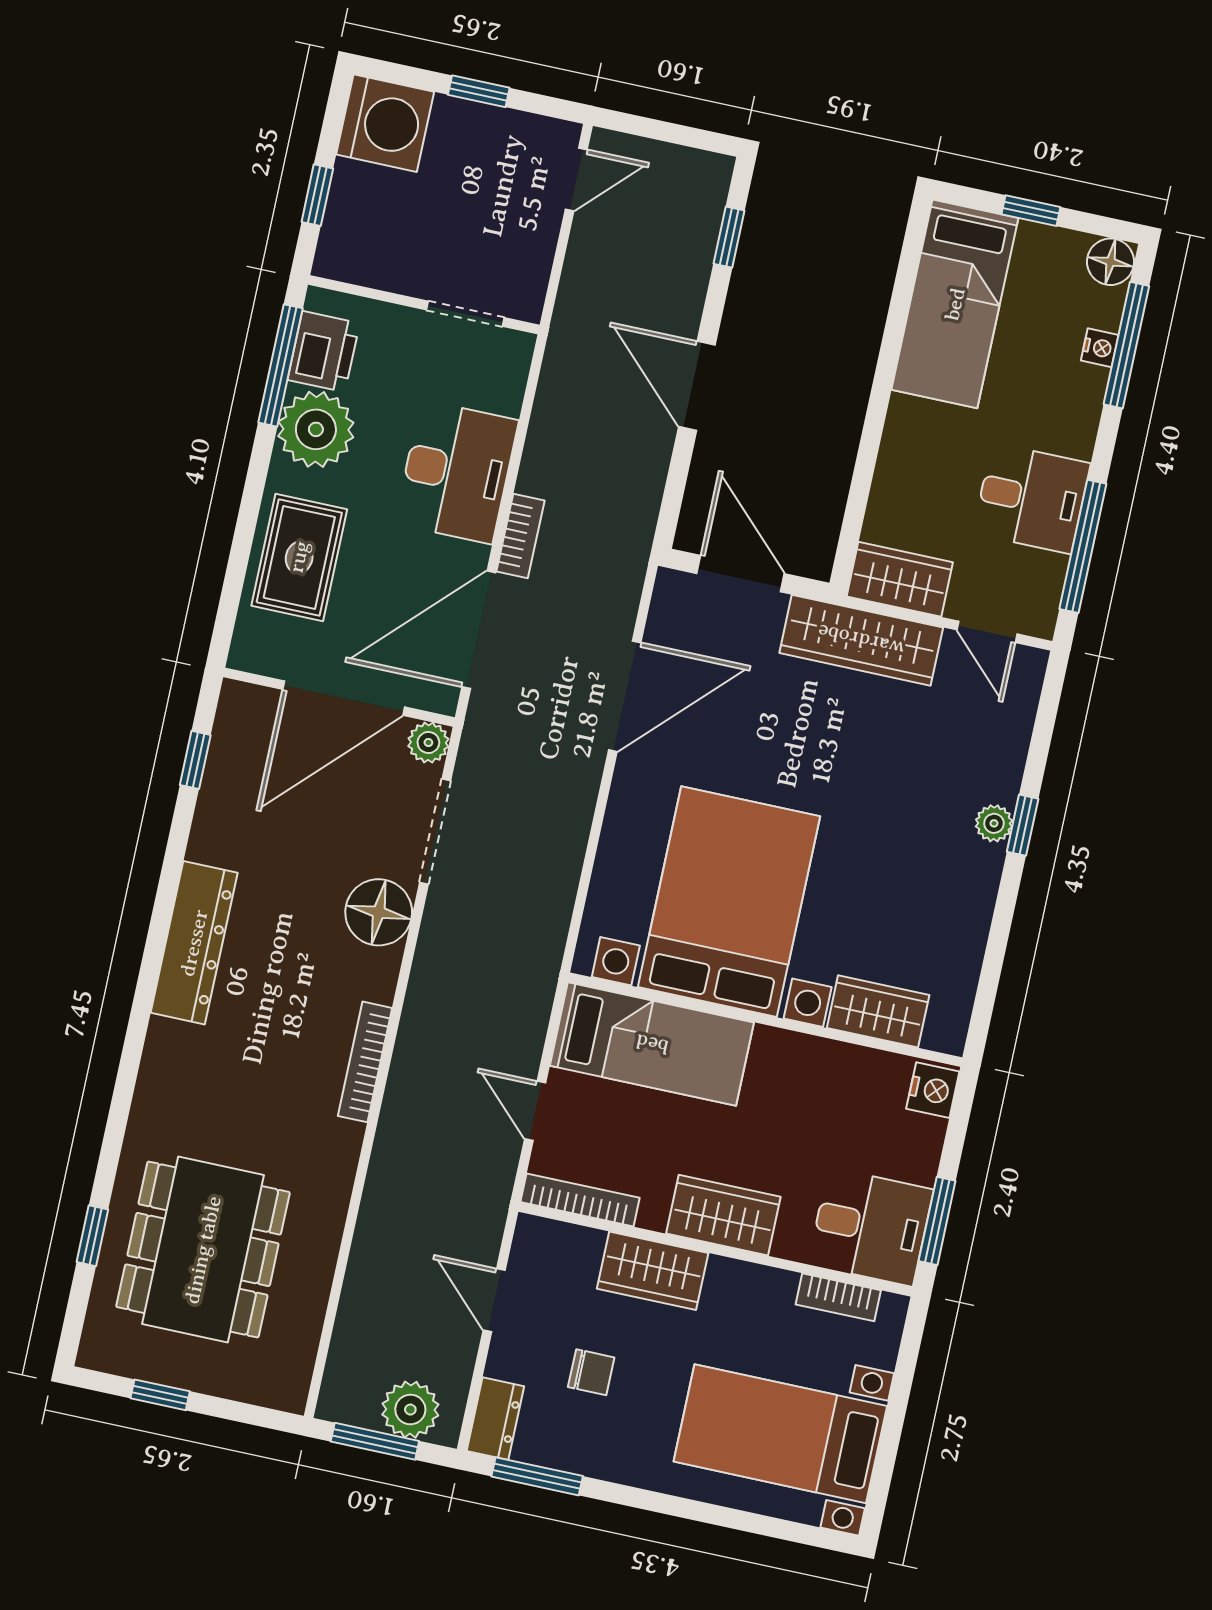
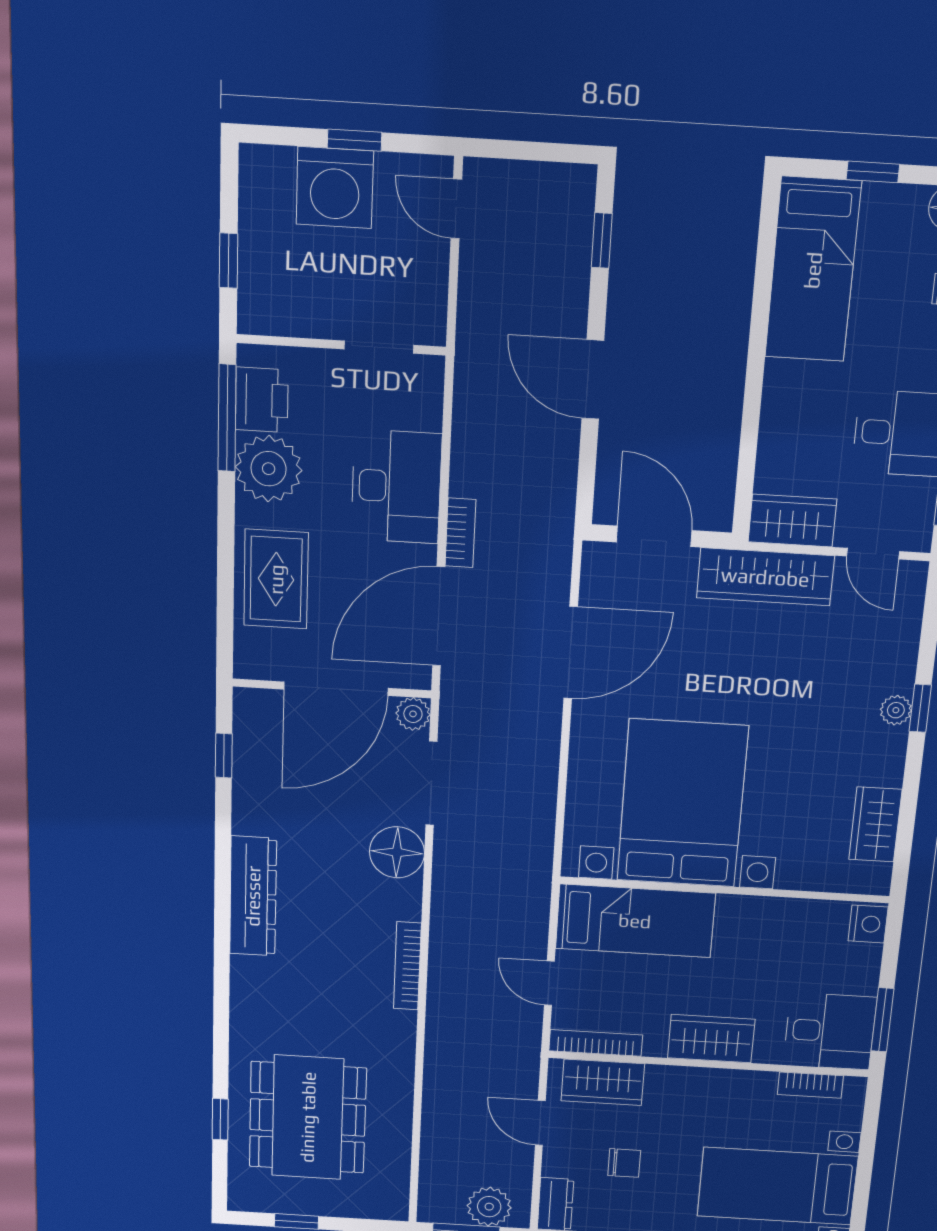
washing machine: (385, 123) -> (335, 188), moved, turned 90
door: (576, 179) -> (456, 209), swing flipped
wardrobe: (878, 1011) -> (875, 824), moved, turned -90
wardrobe: (653, 1271) -> (603, 1082), moved

